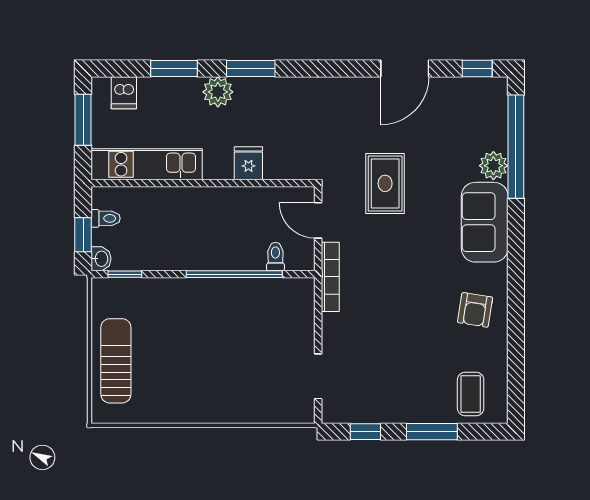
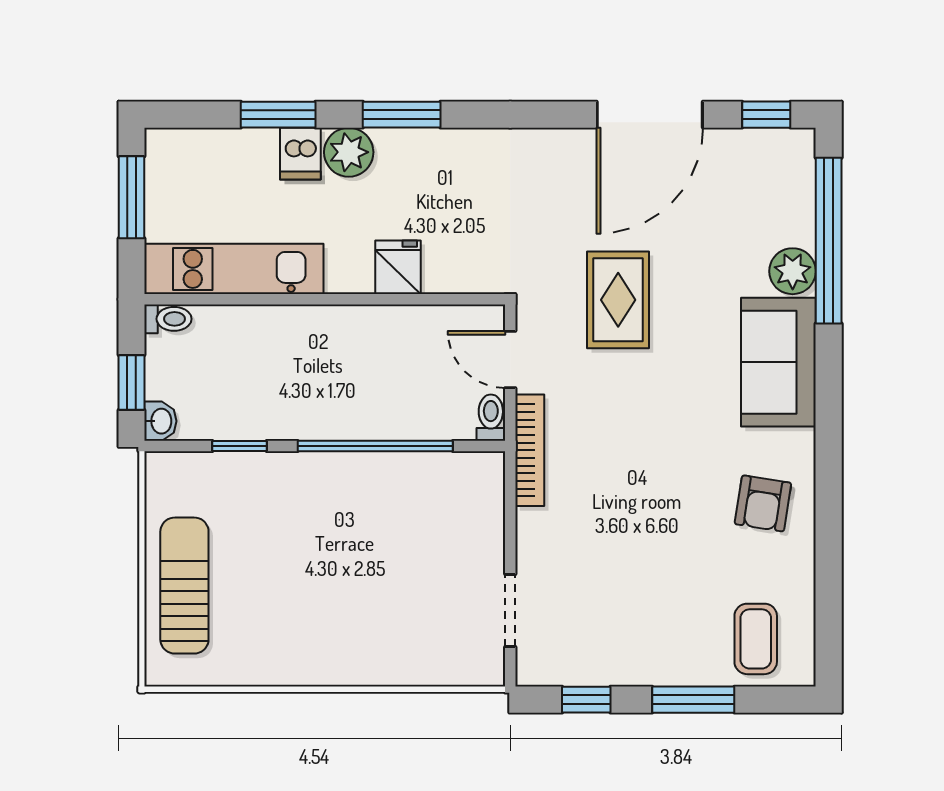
door: (405, 68) -> (650, 115), width x1.36
dishwasher: (124, 93) -> (300, 154), moved
toilet: (106, 218) -> (168, 319), moved
toilet: (275, 257) -> (491, 418), moved
window: (125, 274) -> (239, 446), moved

